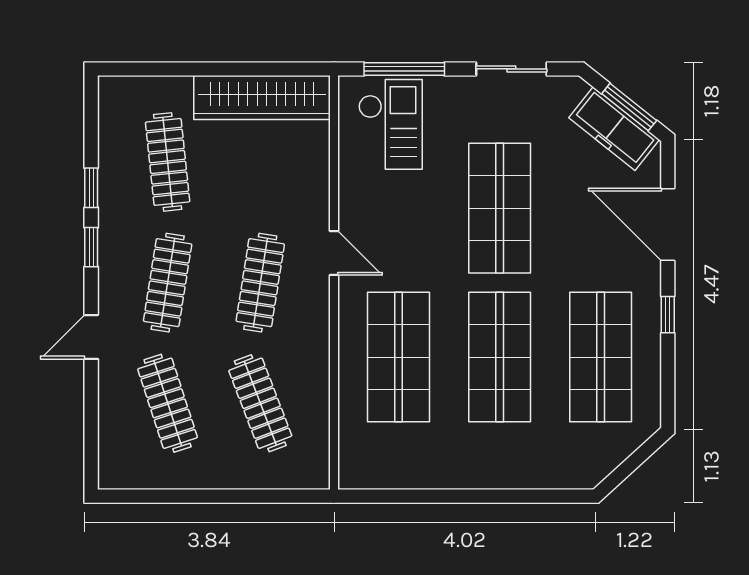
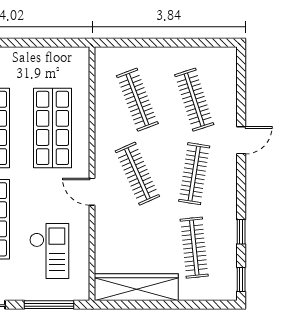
checkout: (390, 124) -> (49, 251), moved, turned 180
window: (91, 247) -> (241, 279), moved
clothes rail: (260, 283) -> (137, 174), turned -33

